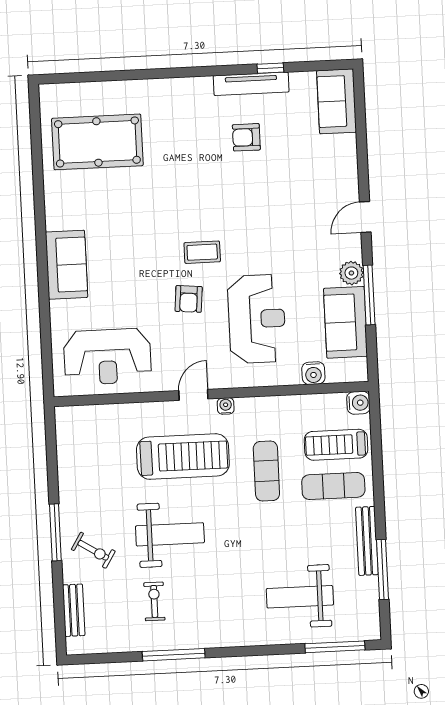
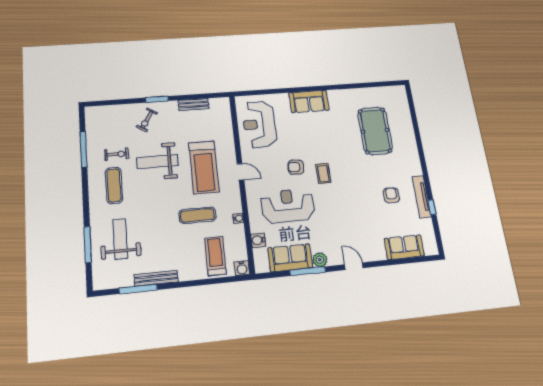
sofa: (337, 101) -> (404, 247), moved
pool table: (97, 142) -> (375, 131), moved
reception desk: (257, 319) -> (288, 206), turned 180
water cooler: (226, 406) -> (238, 218), moved
exercise mat: (333, 486) -> (114, 185), moved
window: (55, 532) -> (157, 99), width x0.69
weight bench: (170, 534) -> (157, 162), turned 90
bench: (74, 610) -> (193, 104), moved
window: (335, 647) -> (88, 245), moved
window: (174, 655) -> (83, 149), moved

